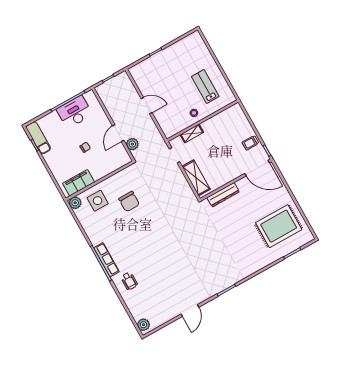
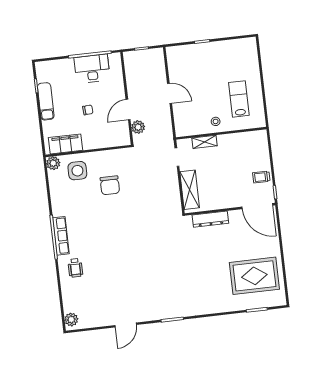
exam couch: (38, 138) -> (46, 101), moved

